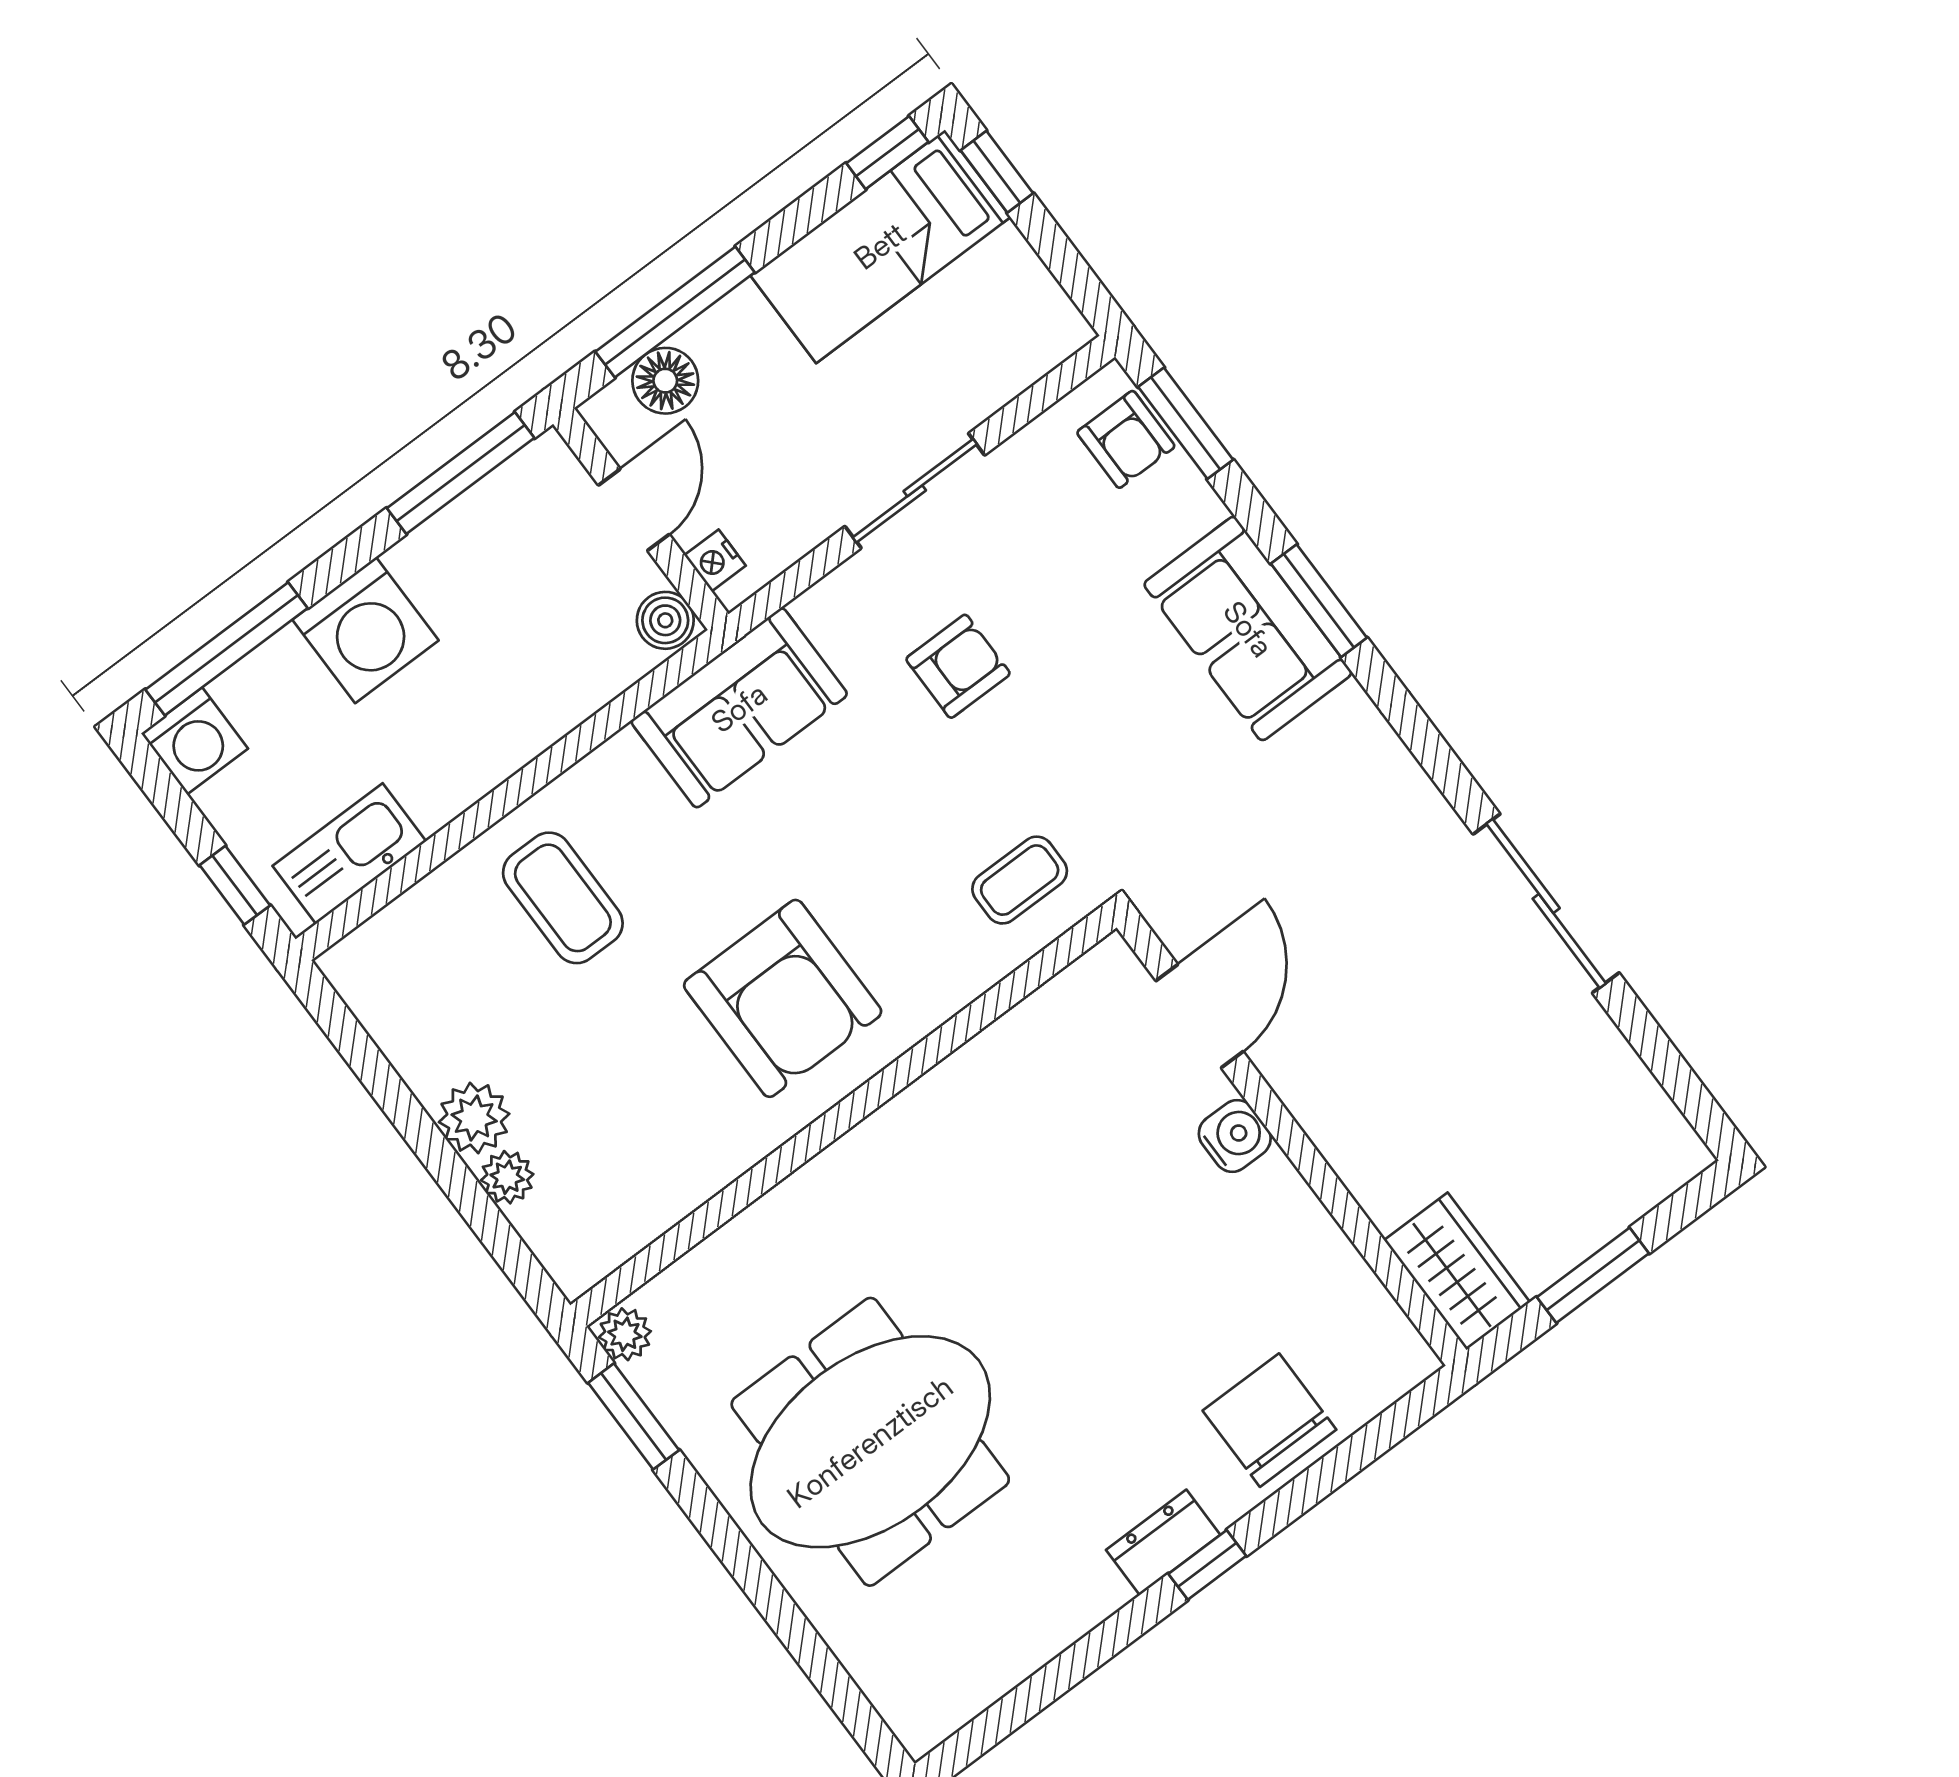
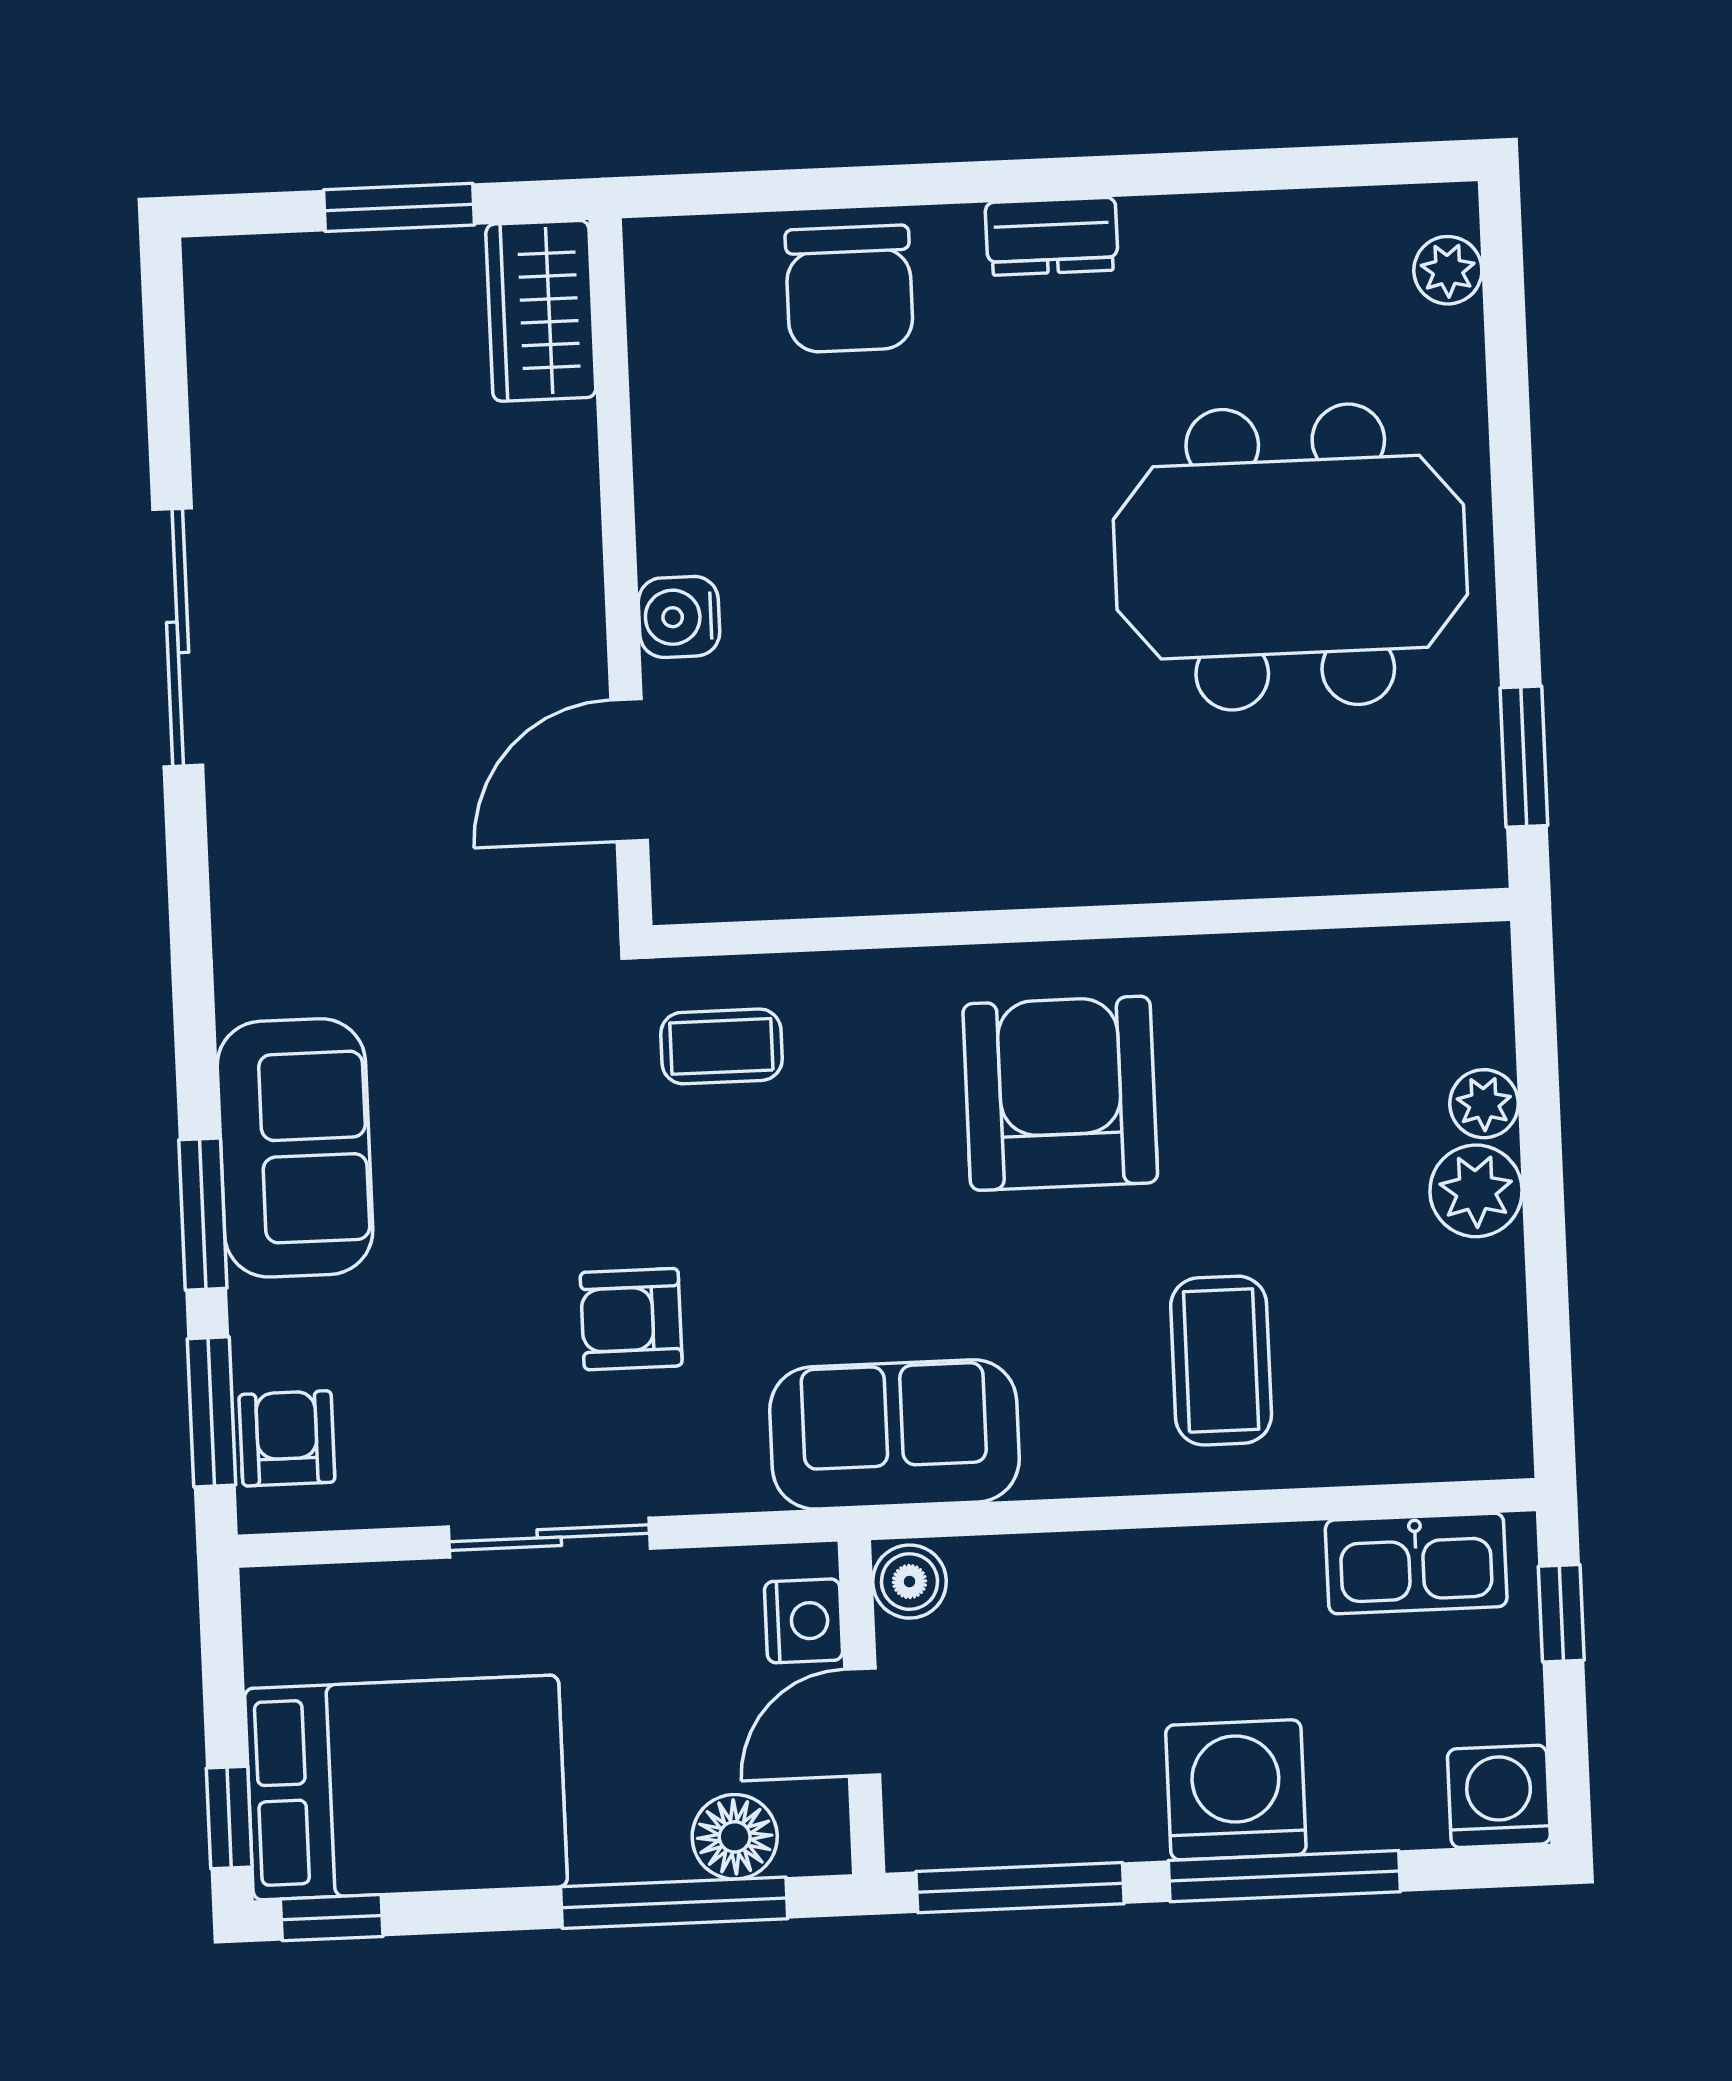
bed: (880, 246) -> (406, 1788), width x1.50
nightstand: (715, 560) -> (804, 1621), width x1.39, depth x1.35
window: (1319, 601) -> (203, 1214), moved
window: (227, 649) -> (1284, 1876), moved
plant: (625, 1334) -> (1448, 270), moved
window: (1207, 1565) -> (1021, 180), removed

